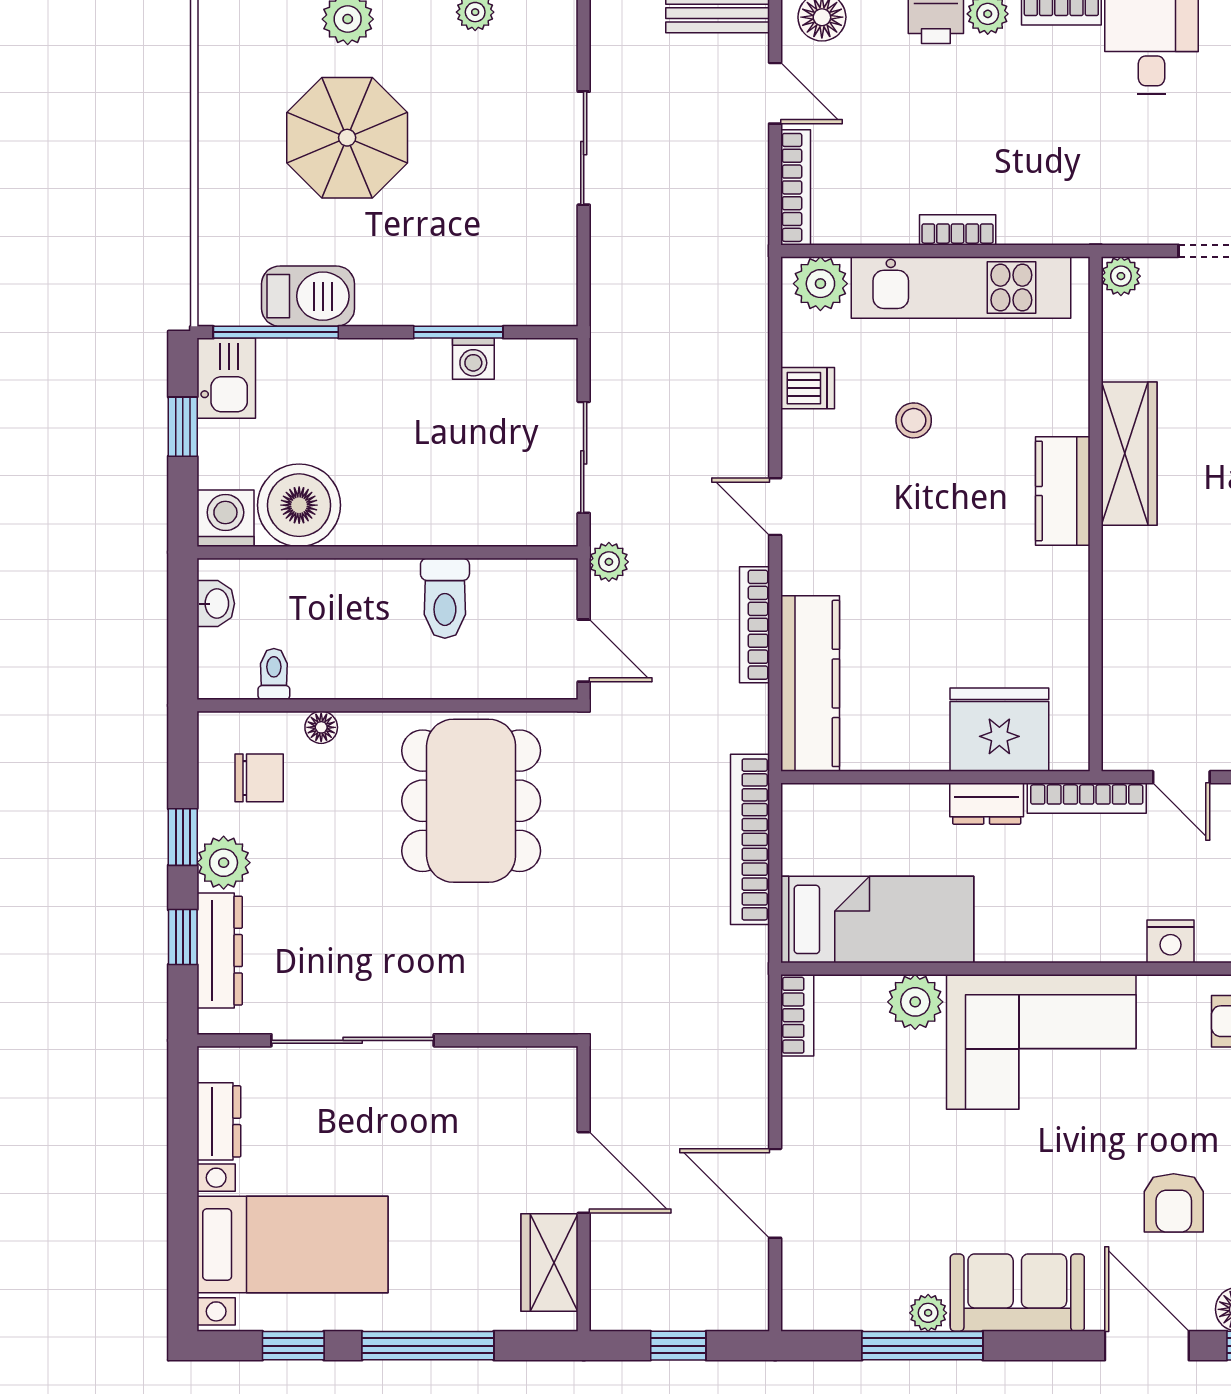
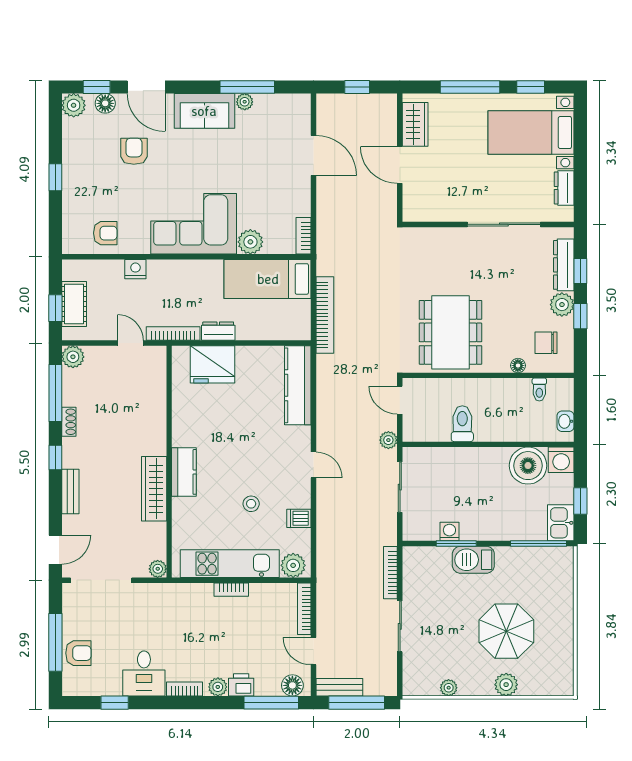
barbecue: (308, 296) -> (473, 560), moved
bookcase: (754, 625) -> (390, 573), moved, turned 180

